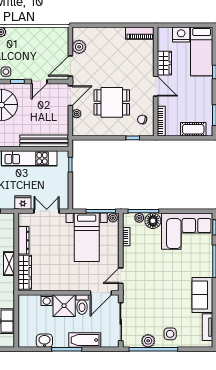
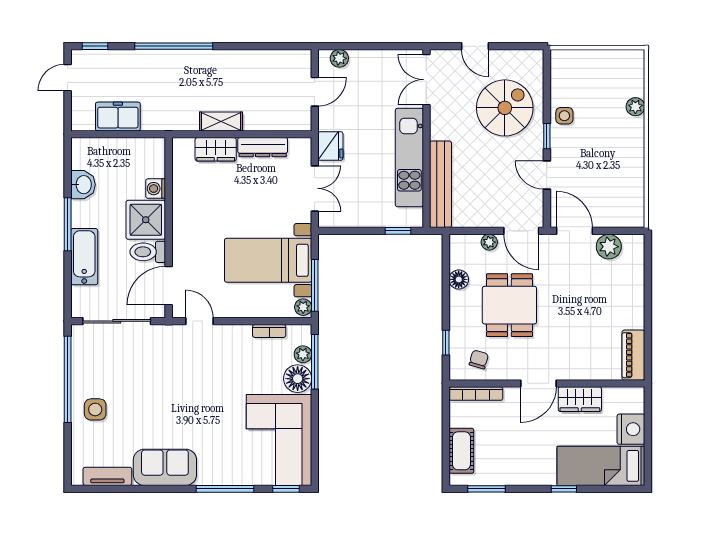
floor lamp: (97, 131) -> (459, 279), added
wardrobe: (25, 272) -> (216, 149), width x0.67
door: (101, 293) -> (169, 286), hinge flipped
plant: (148, 341) -> (83, 370), removed

